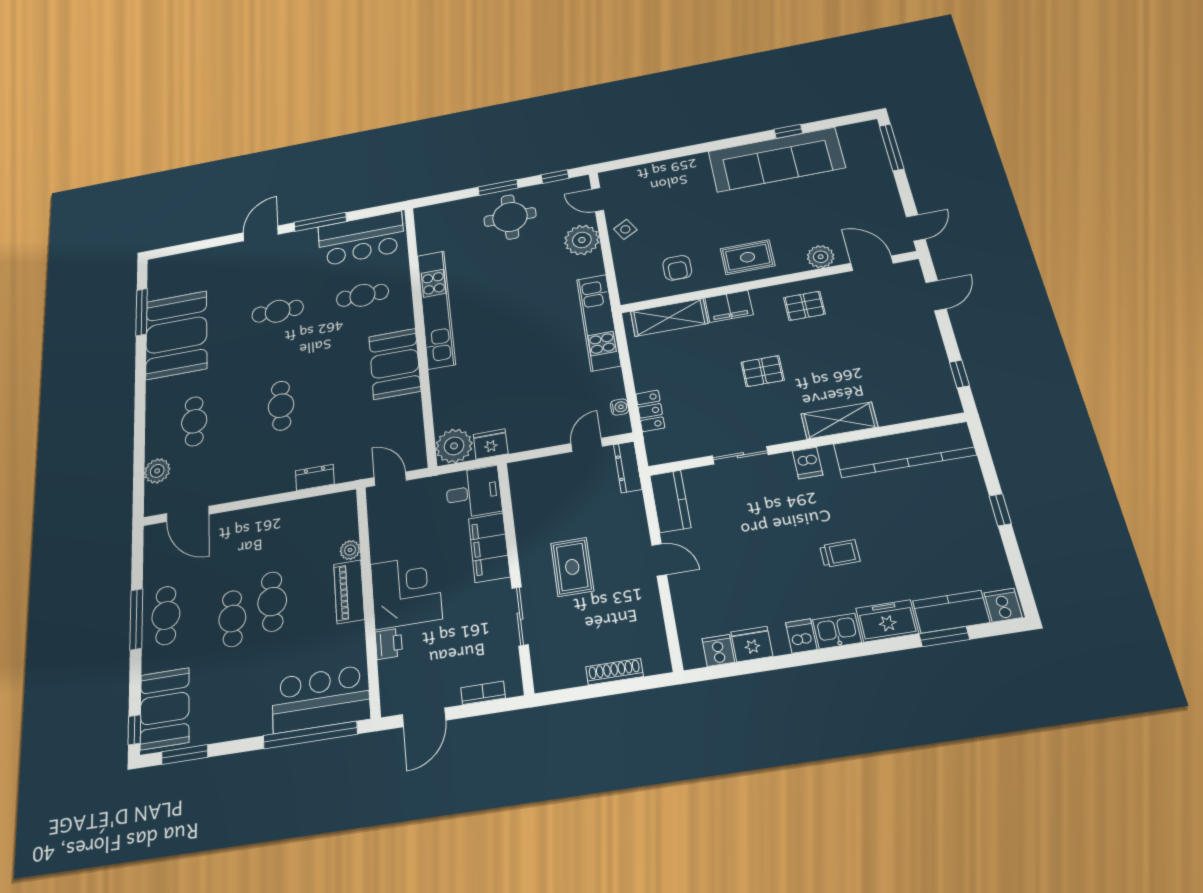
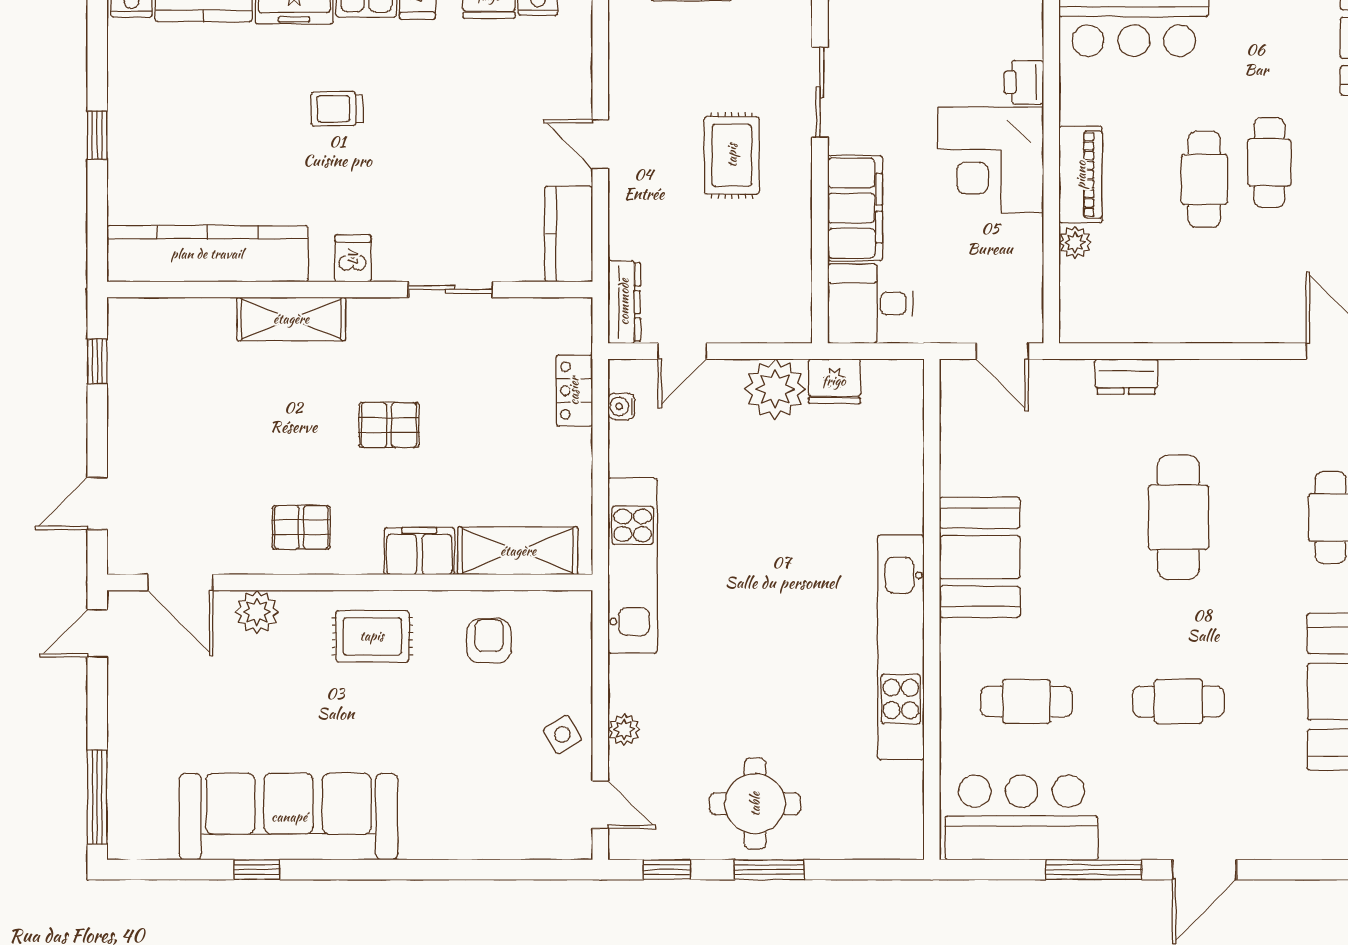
plant: (582, 240) -> (624, 730), width x0.53, depth x0.53
cafe table: (281, 406) -> (1178, 517), width x1.37, depth x1.35
plant: (454, 446) -> (775, 389), moved

